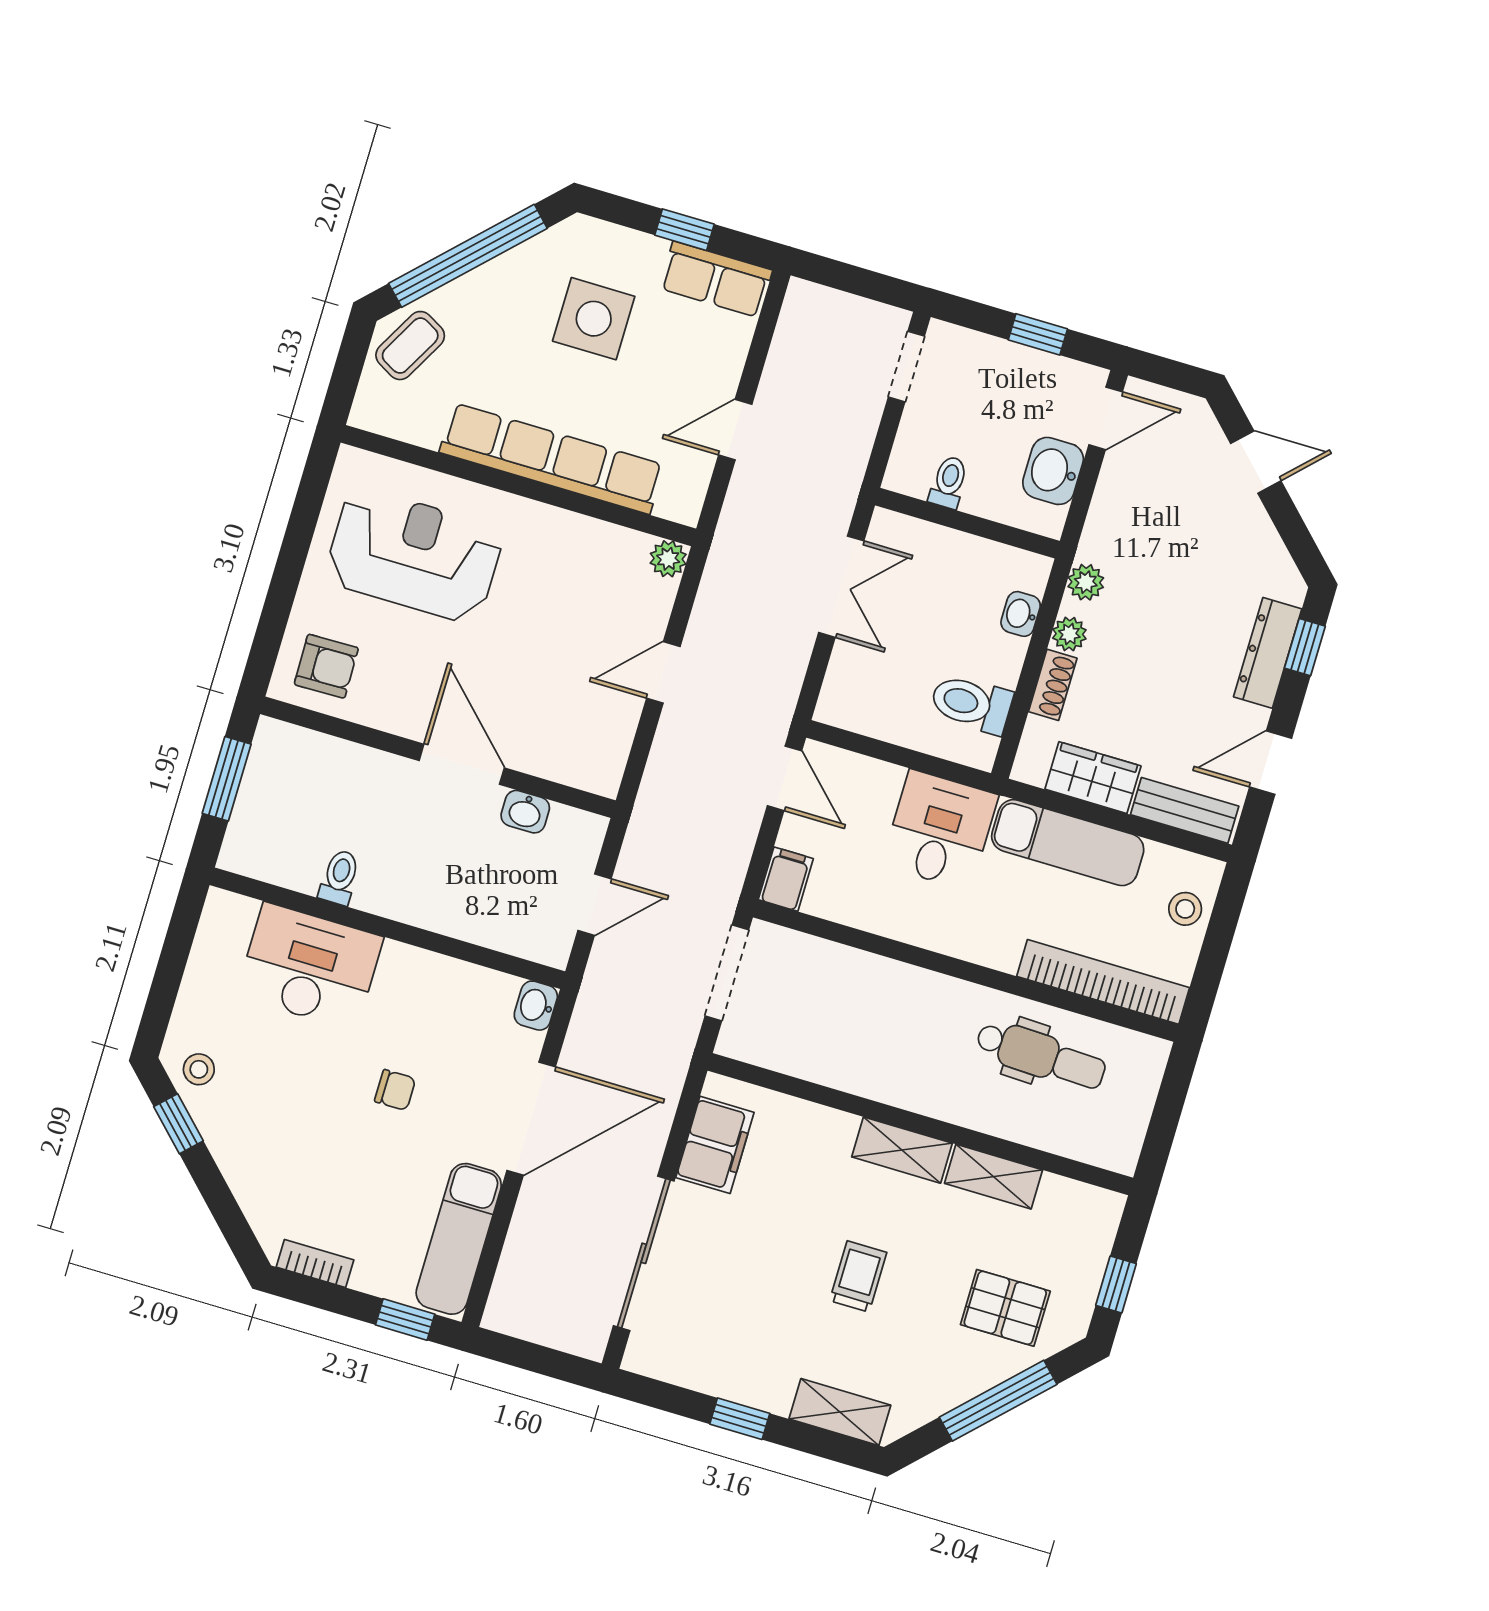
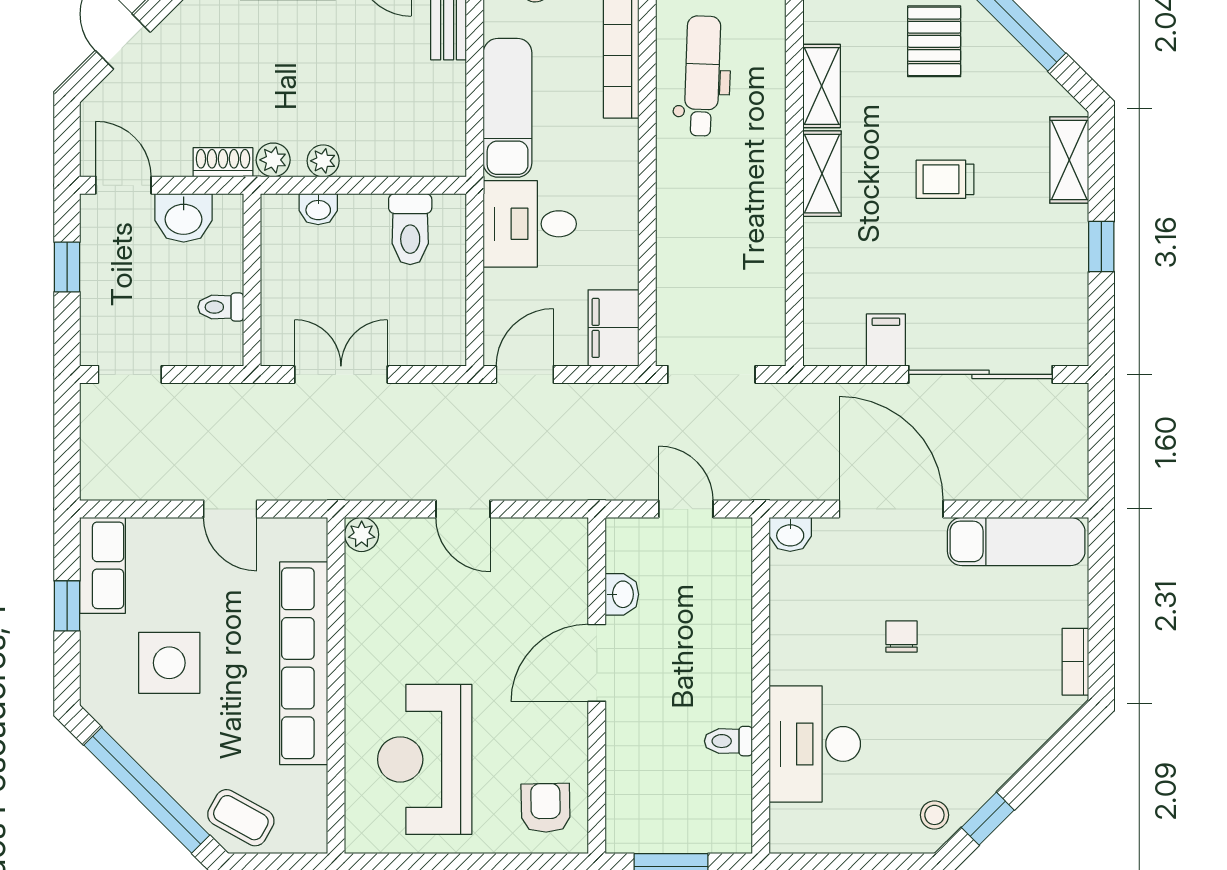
shoe rack: (1053, 685) -> (223, 162), moved
wardrobe: (1093, 778) -> (444, 103), removed
filing cabinet: (786, 879) -> (613, 328), width x2.00
filing cabinet: (715, 1145) -> (886, 340), width x0.50
window: (405, 1320) -> (1101, 568), removed

